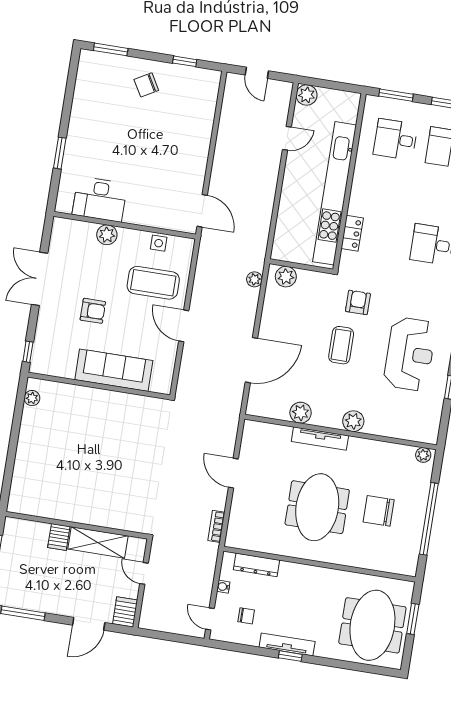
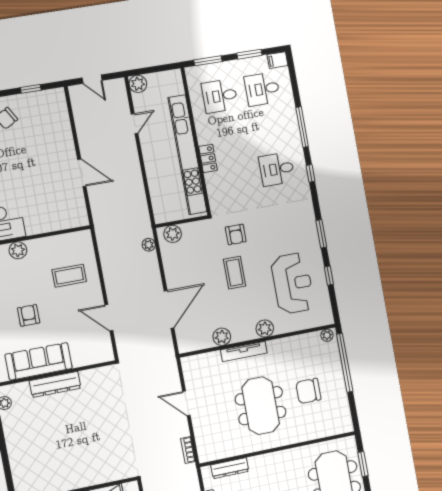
door: (202, 211) -> (82, 173), moved
locker: (352, 233) -> (208, 158), moved
side table: (159, 243) -> (62, 243), removed
coffee table: (153, 283) -> (69, 276), width x0.73, depth x0.76
armchair: (358, 302) -> (236, 234), turned 180
armchair: (93, 311) -> (29, 315), turned -90
door: (184, 326) -> (109, 318), moved
reception desk: (410, 354) -> (293, 283), moved
sofa: (114, 370) -> (39, 361), moved
dresser: (95, 398) -> (55, 384), added
window: (429, 519) -> (345, 363), moved

